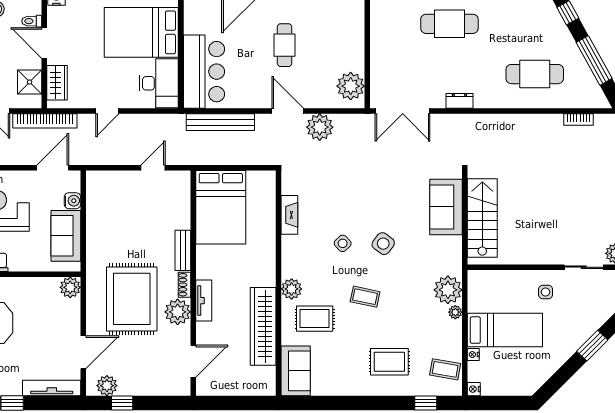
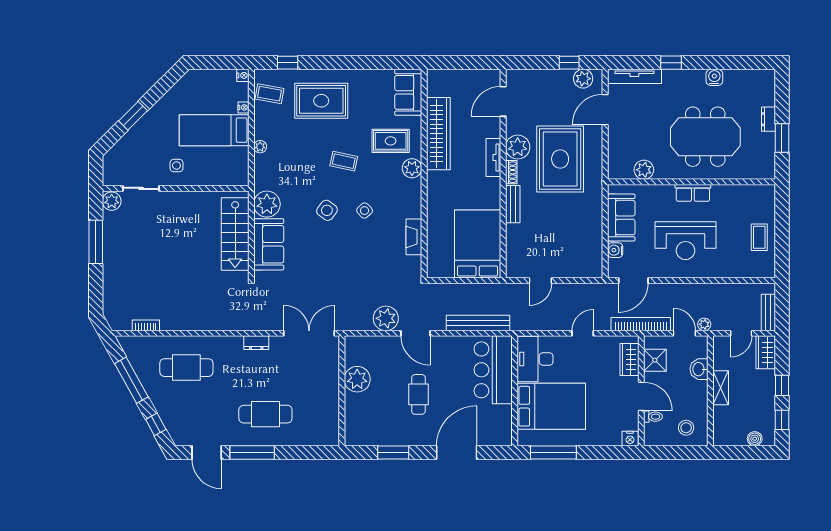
plant: (351, 86) -> (357, 379), moved
plant: (70, 287) -> (644, 170), moved
plant: (448, 290) -> (267, 204), moved
rug: (389, 362) -> (321, 101), width x1.36, depth x1.43

